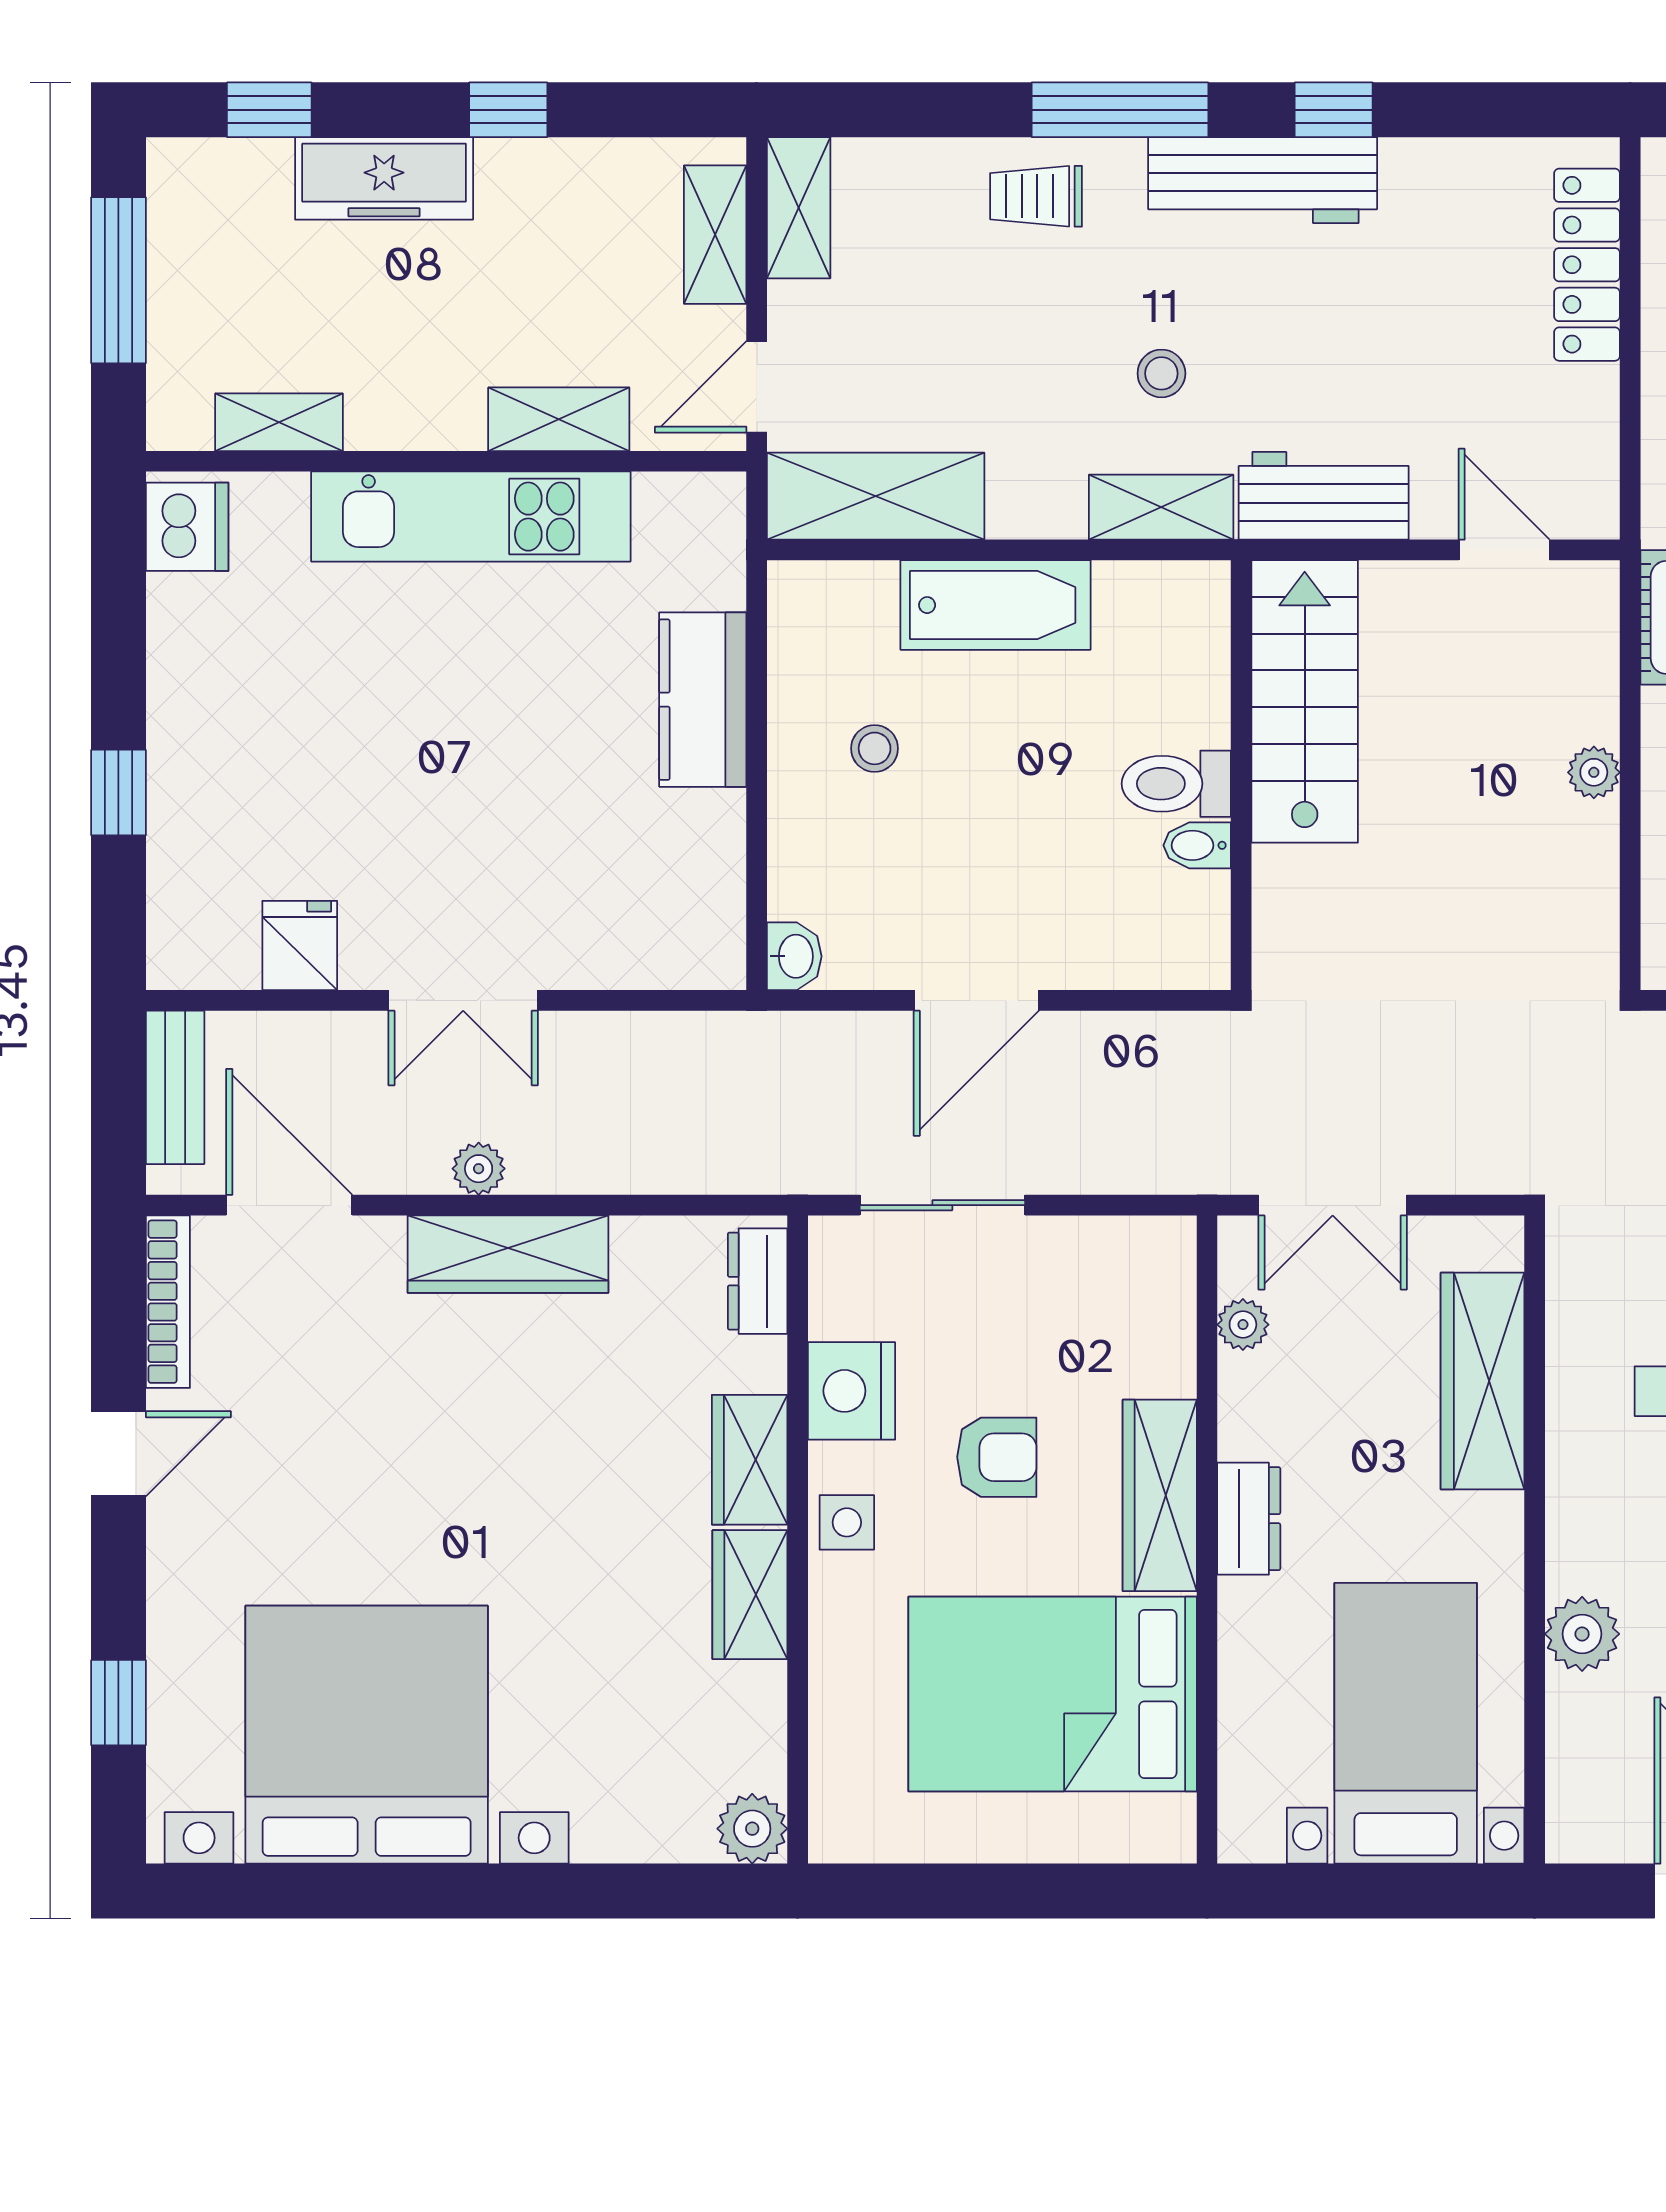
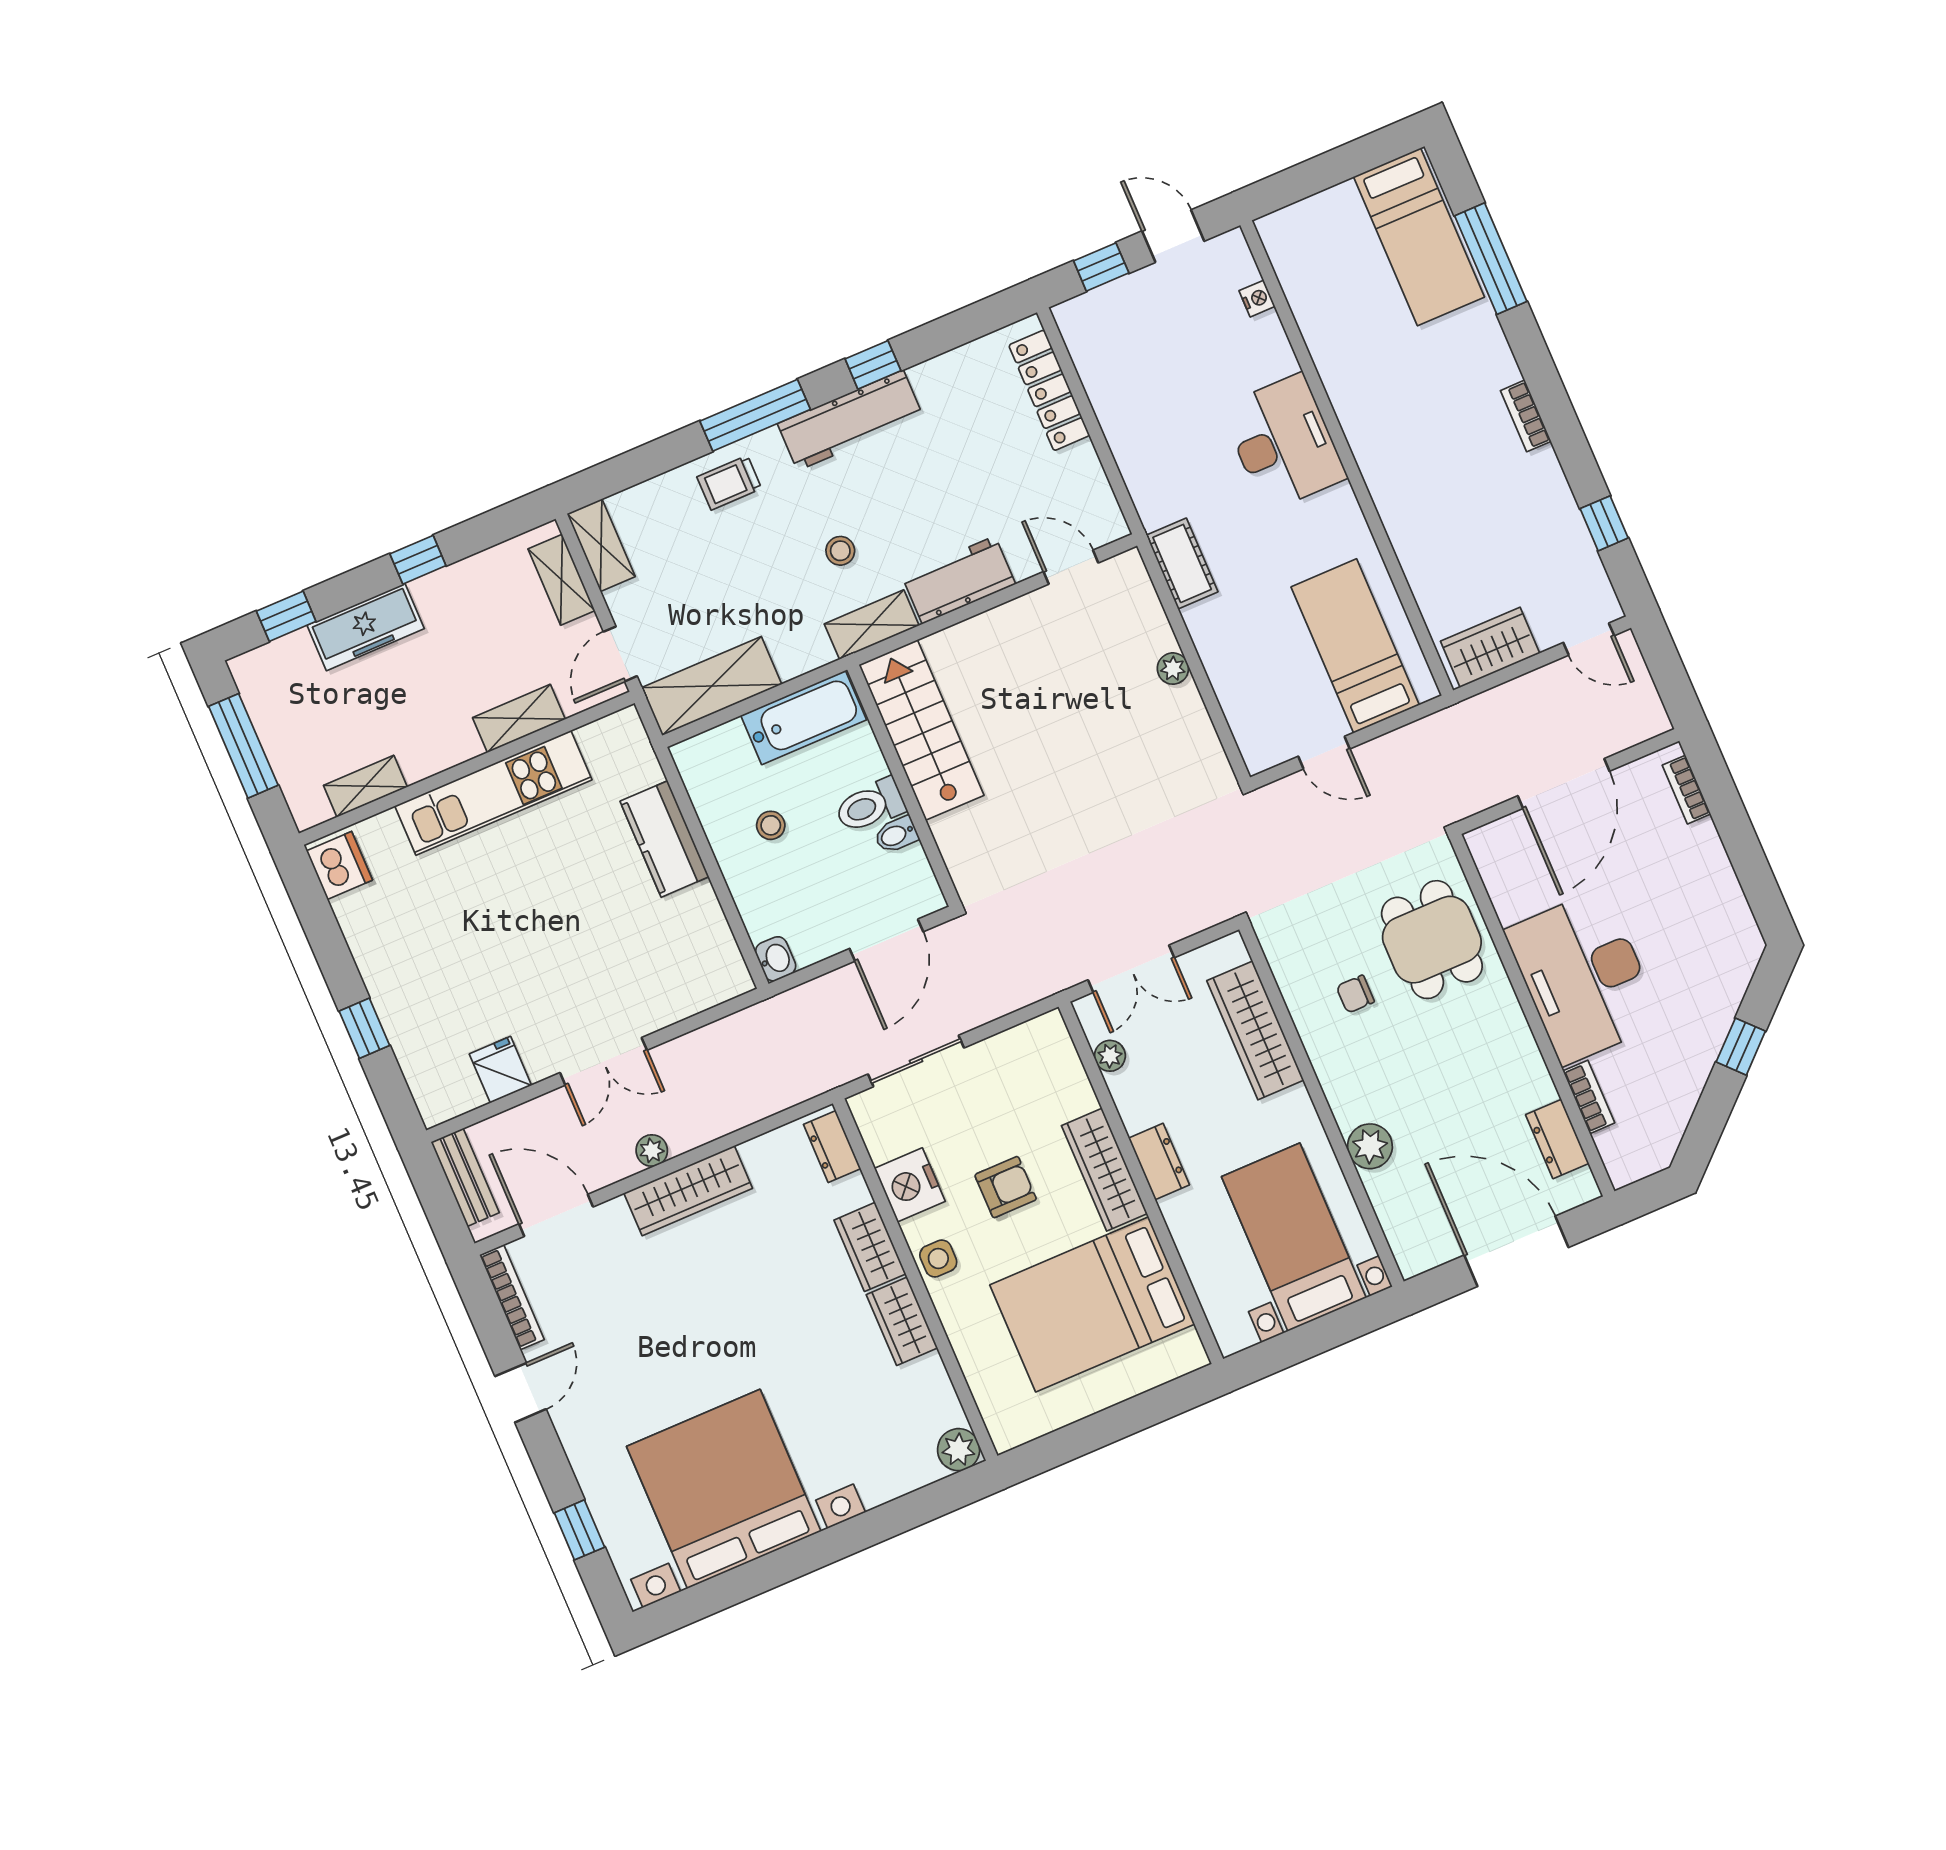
stairs: (1305, 701) -> (921, 730), moved
wall: (1241, 775) -> (904, 786), moved
toilet: (1176, 784) -> (870, 806), moved
bidet: (1197, 845) -> (896, 835), moved

